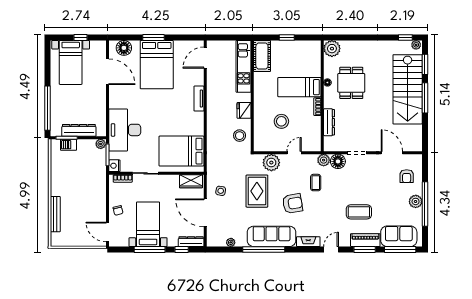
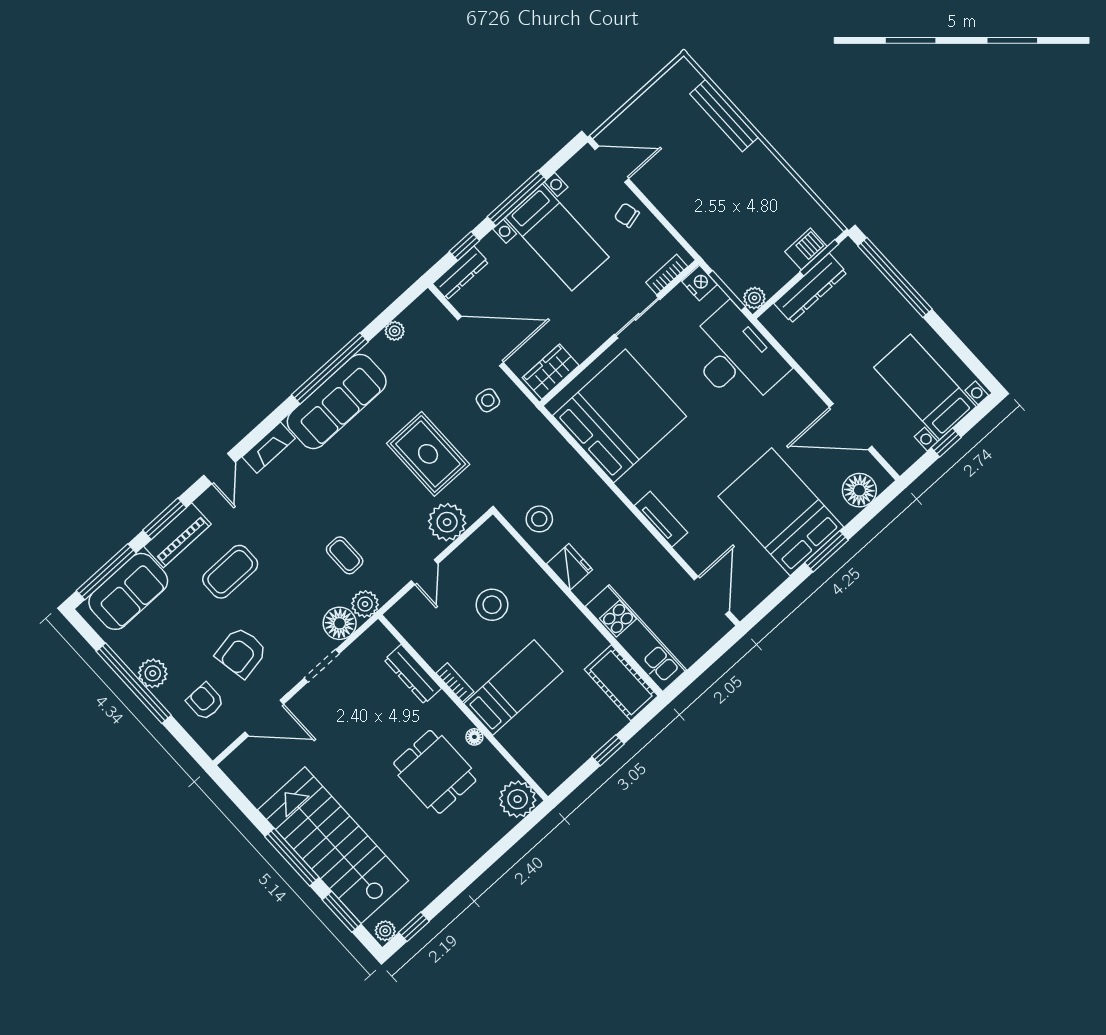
bed: (181, 151) -> (620, 416), width x1.36
armchair: (293, 204) -> (241, 652), moved

